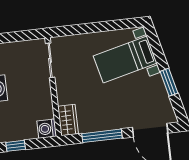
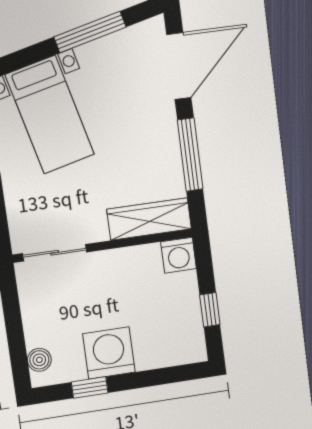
window: (169, 82) -> (90, 32), width x1.44
wardrobe: (68, 120) -> (149, 219), width x1.50

